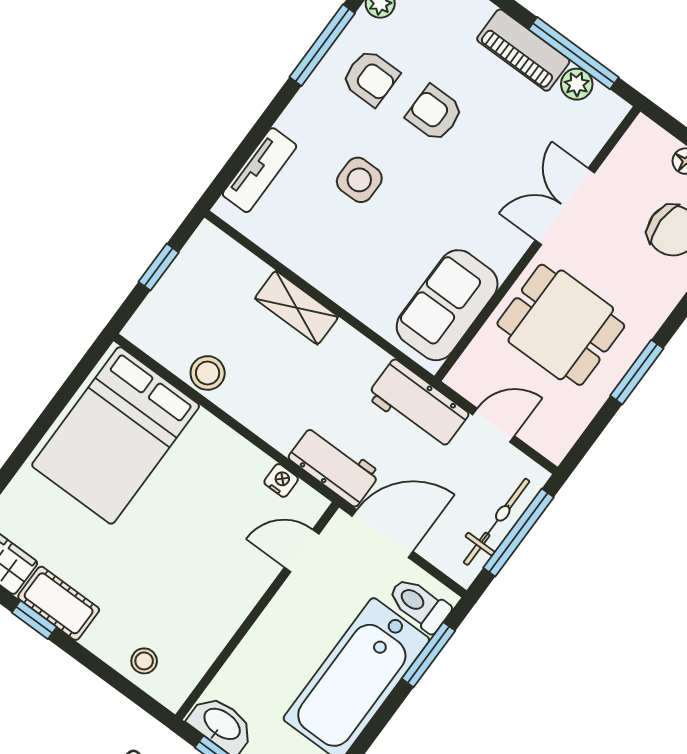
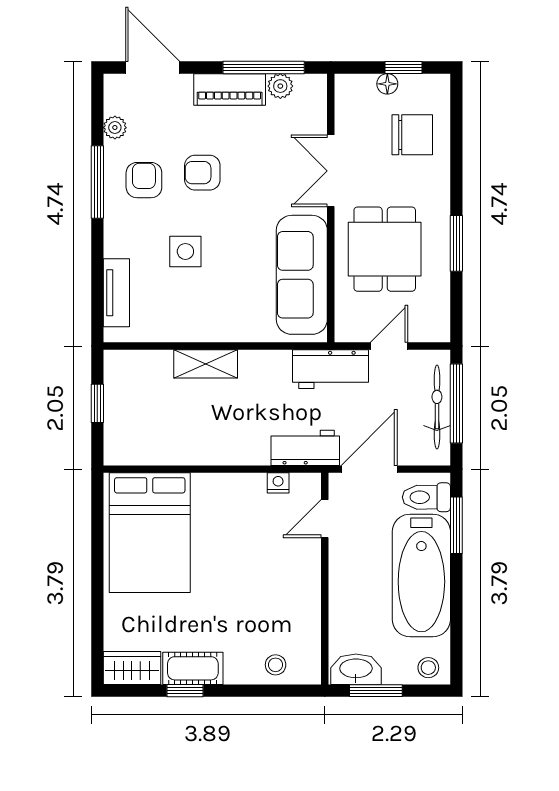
armchair: (370, 78) -> (144, 180), turned -90
sofa: (447, 305) -> (302, 275), width x1.36
dining table: (561, 325) -> (385, 249), turned 90
stool: (208, 373) -> (179, 449), removed

